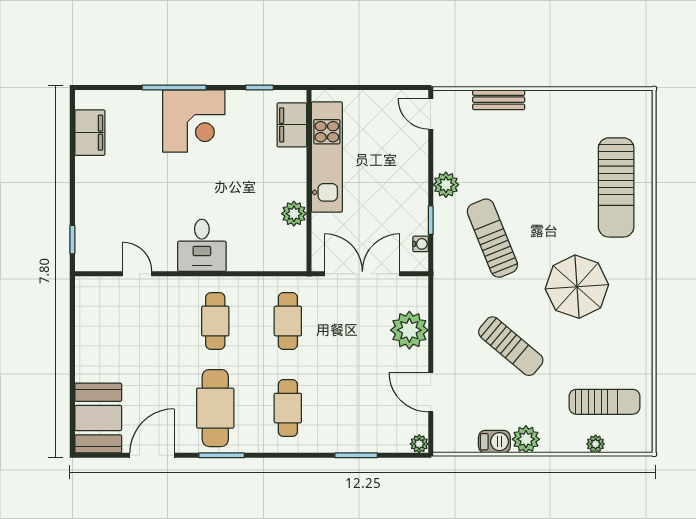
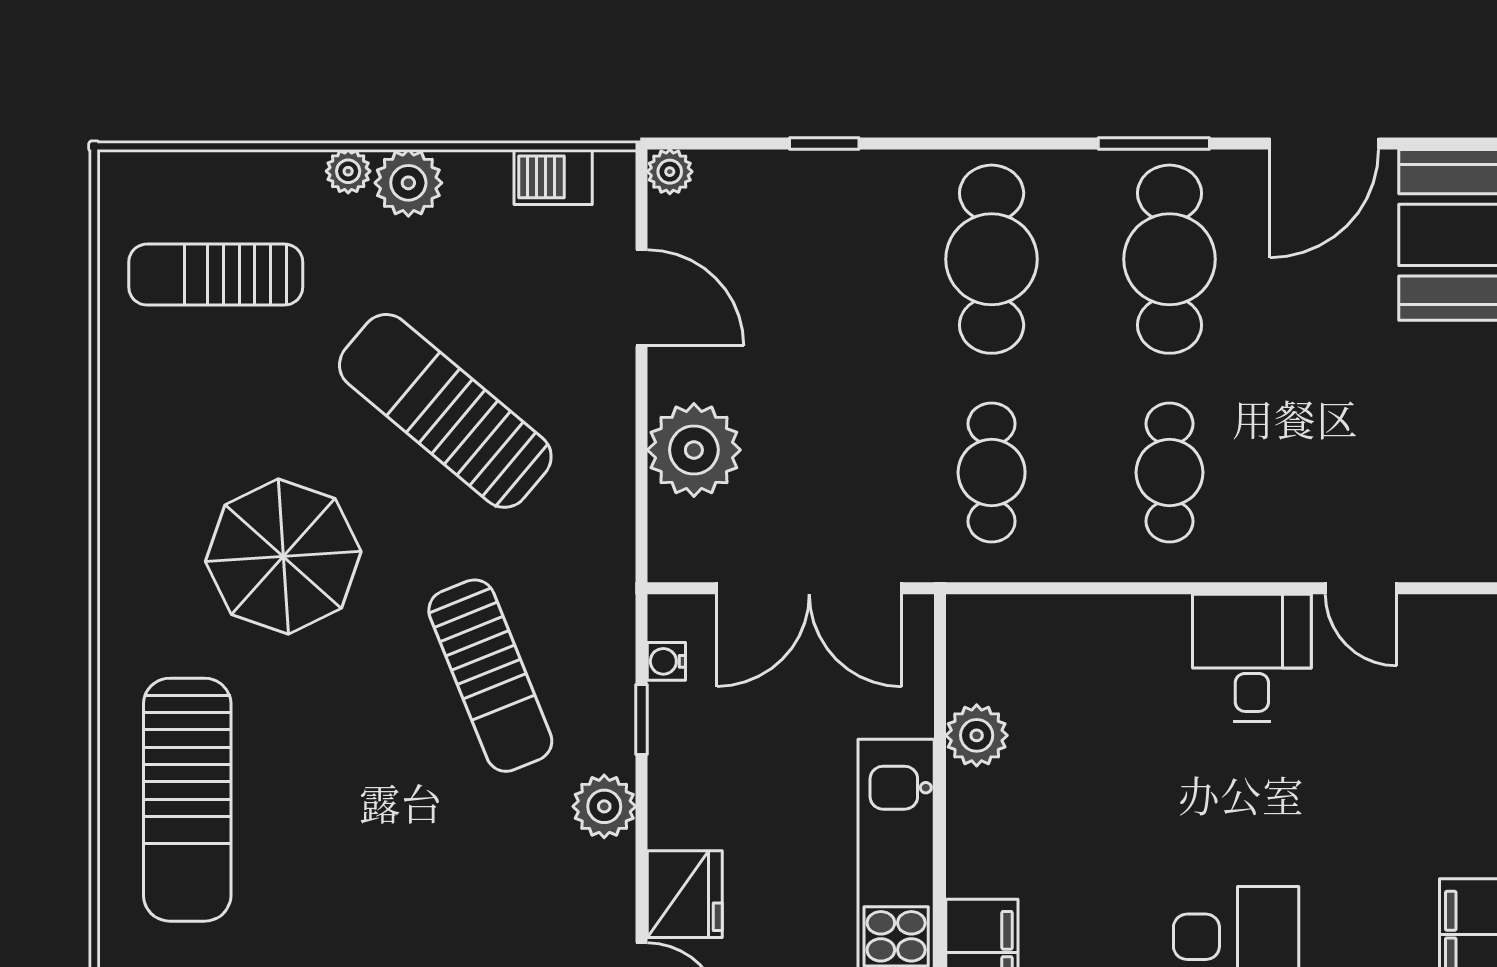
fridge: (413, 149) -> (685, 894), added
sun lounger: (616, 187) -> (187, 800), turned 180
desk: (202, 245) -> (1252, 658), moved
sun lounger: (511, 346) -> (445, 411), width x1.36, depth x1.34
cafe table: (288, 408) -> (992, 259), width x1.37, depth x1.35
barbecue: (494, 442) -> (553, 177), moved
plant: (596, 444) -> (348, 171), moved
window: (356, 455) -> (824, 143), width x0.67

